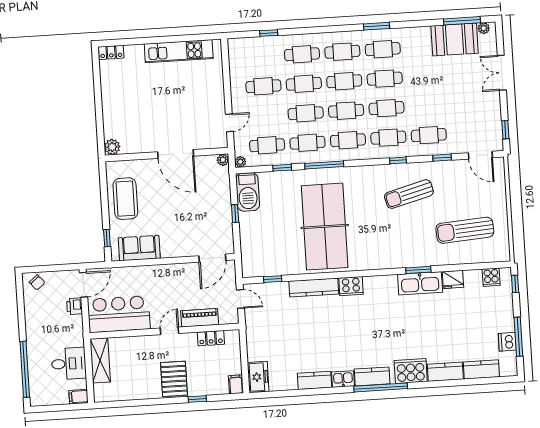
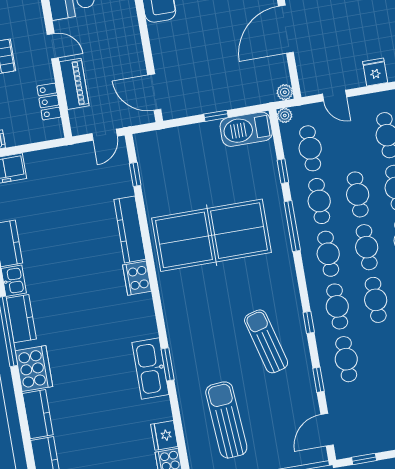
fridge: (215, 90) -> (375, 72), added
fridge: (453, 279) -> (164, 435), moved

